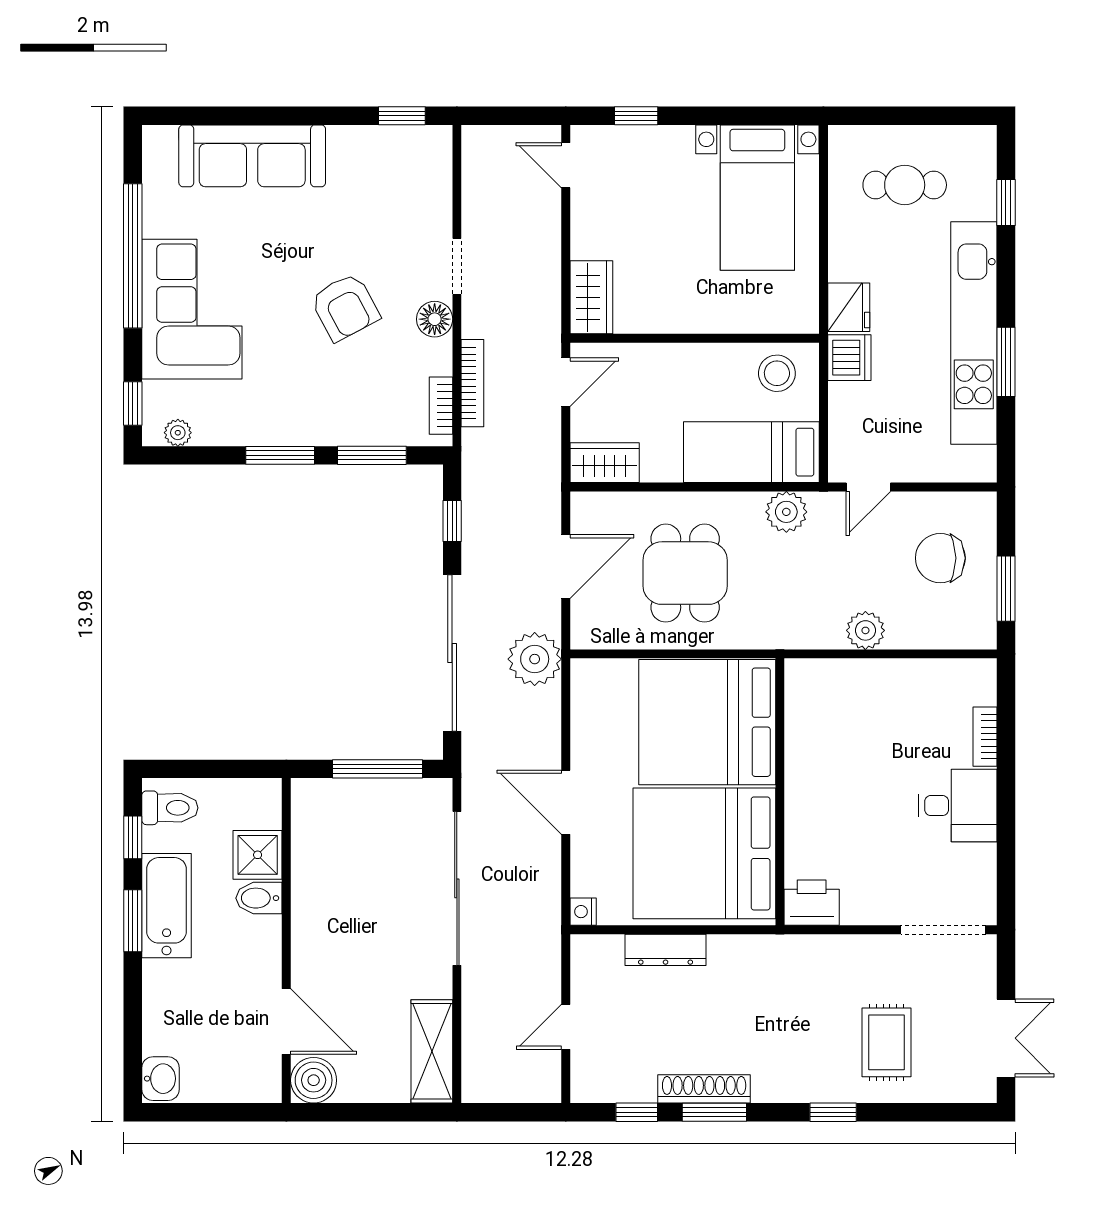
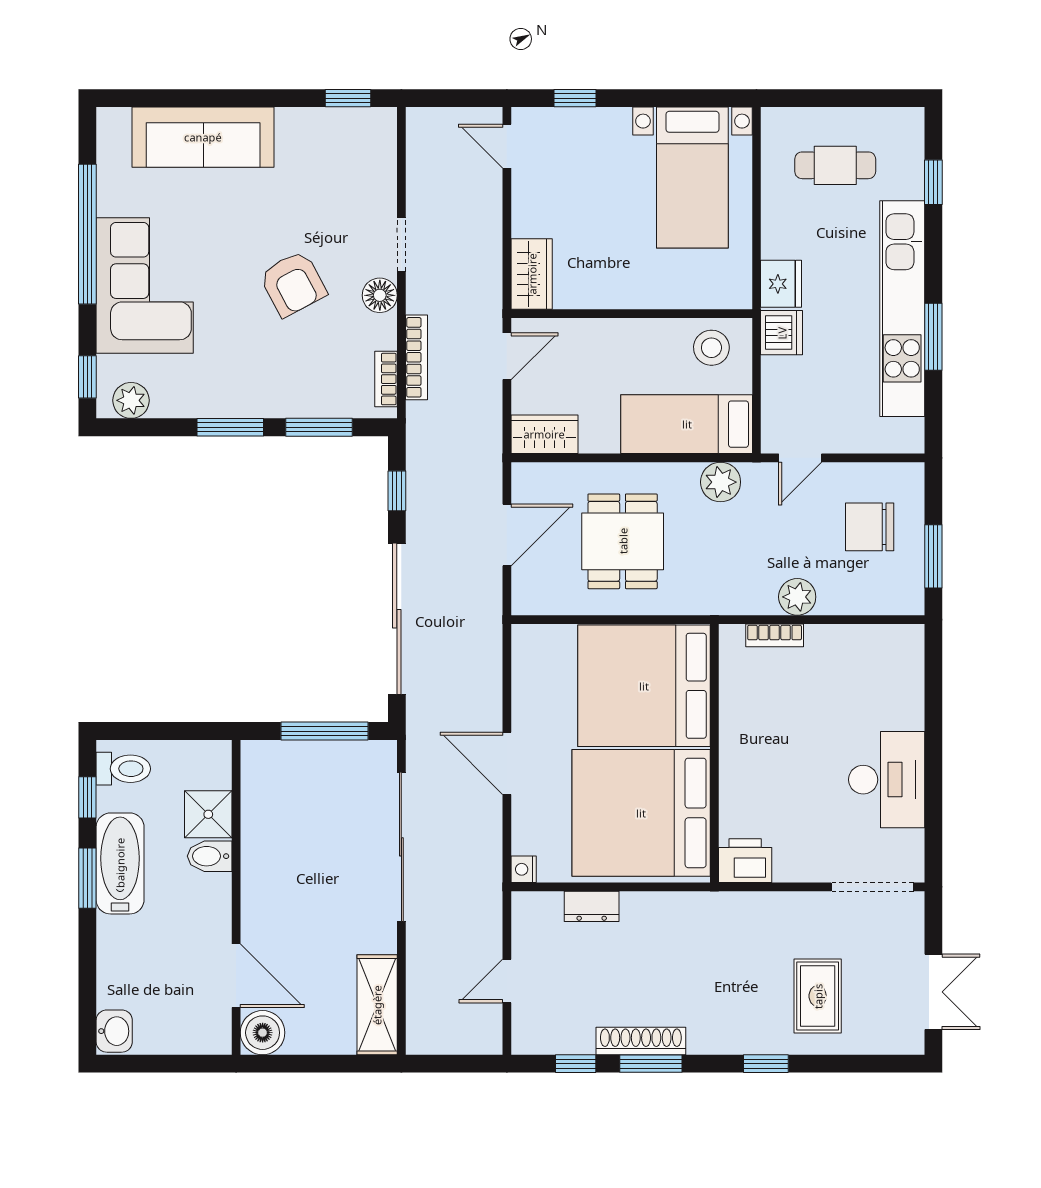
plant: (178, 433) -> (131, 400), width x1.38, depth x1.38
plant: (535, 659) -> (477, 625), removed
bookcase: (985, 737) -> (775, 635), moved, turned -90
desk: (958, 806) -> (887, 780), width x1.37
dresser: (666, 950) -> (592, 906), width x0.70

